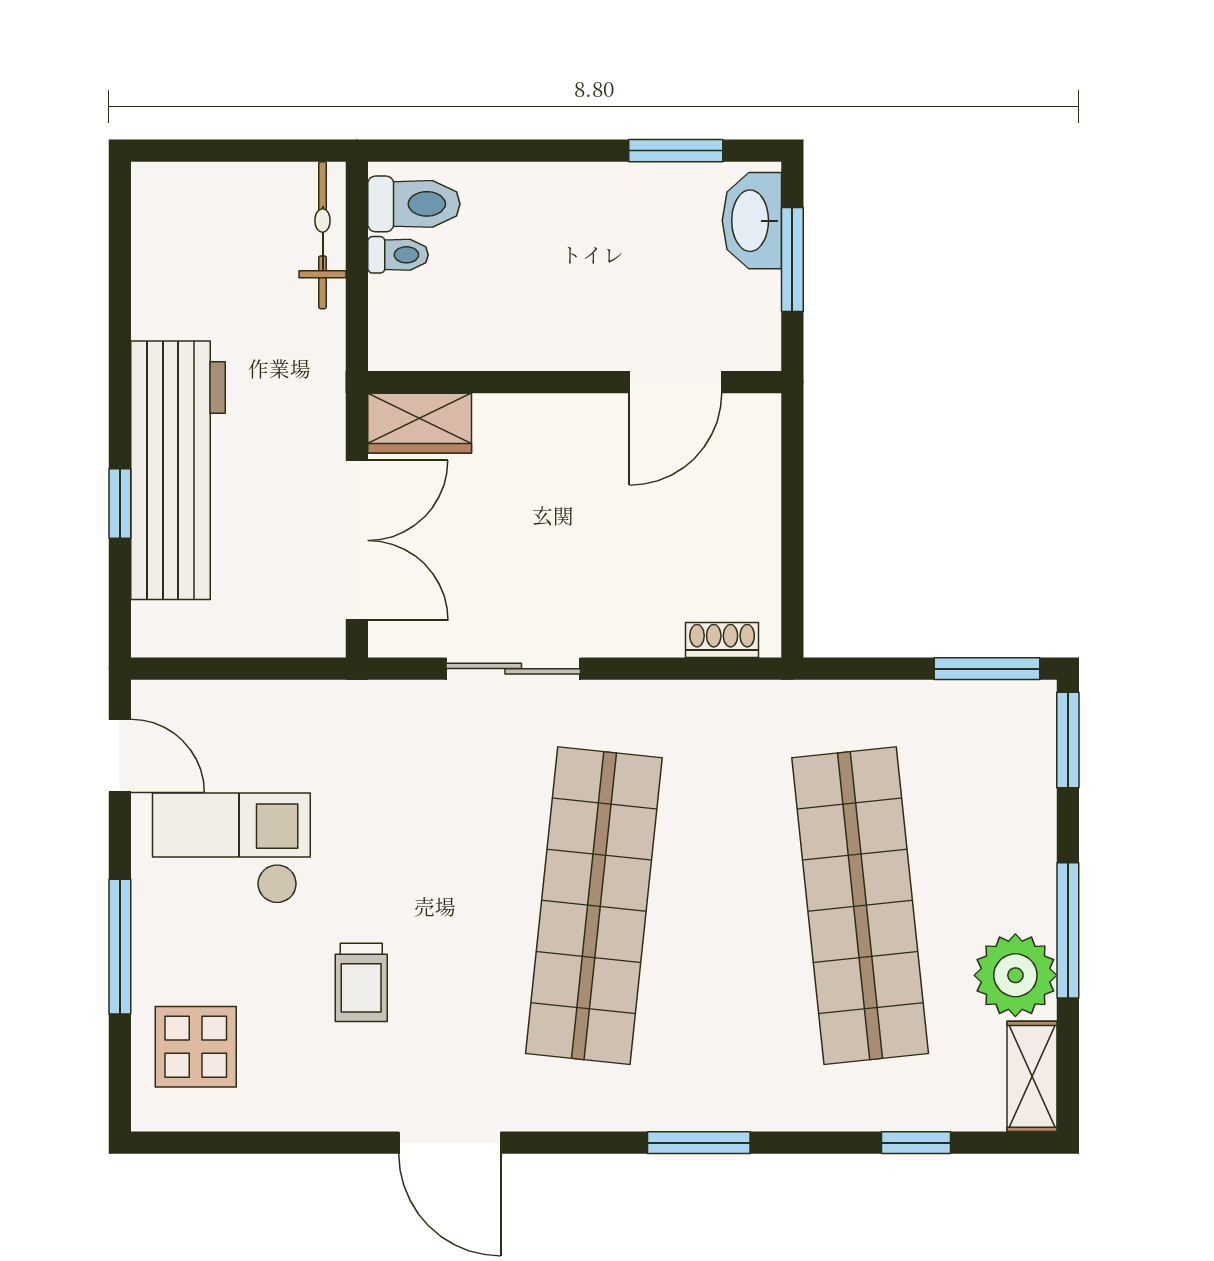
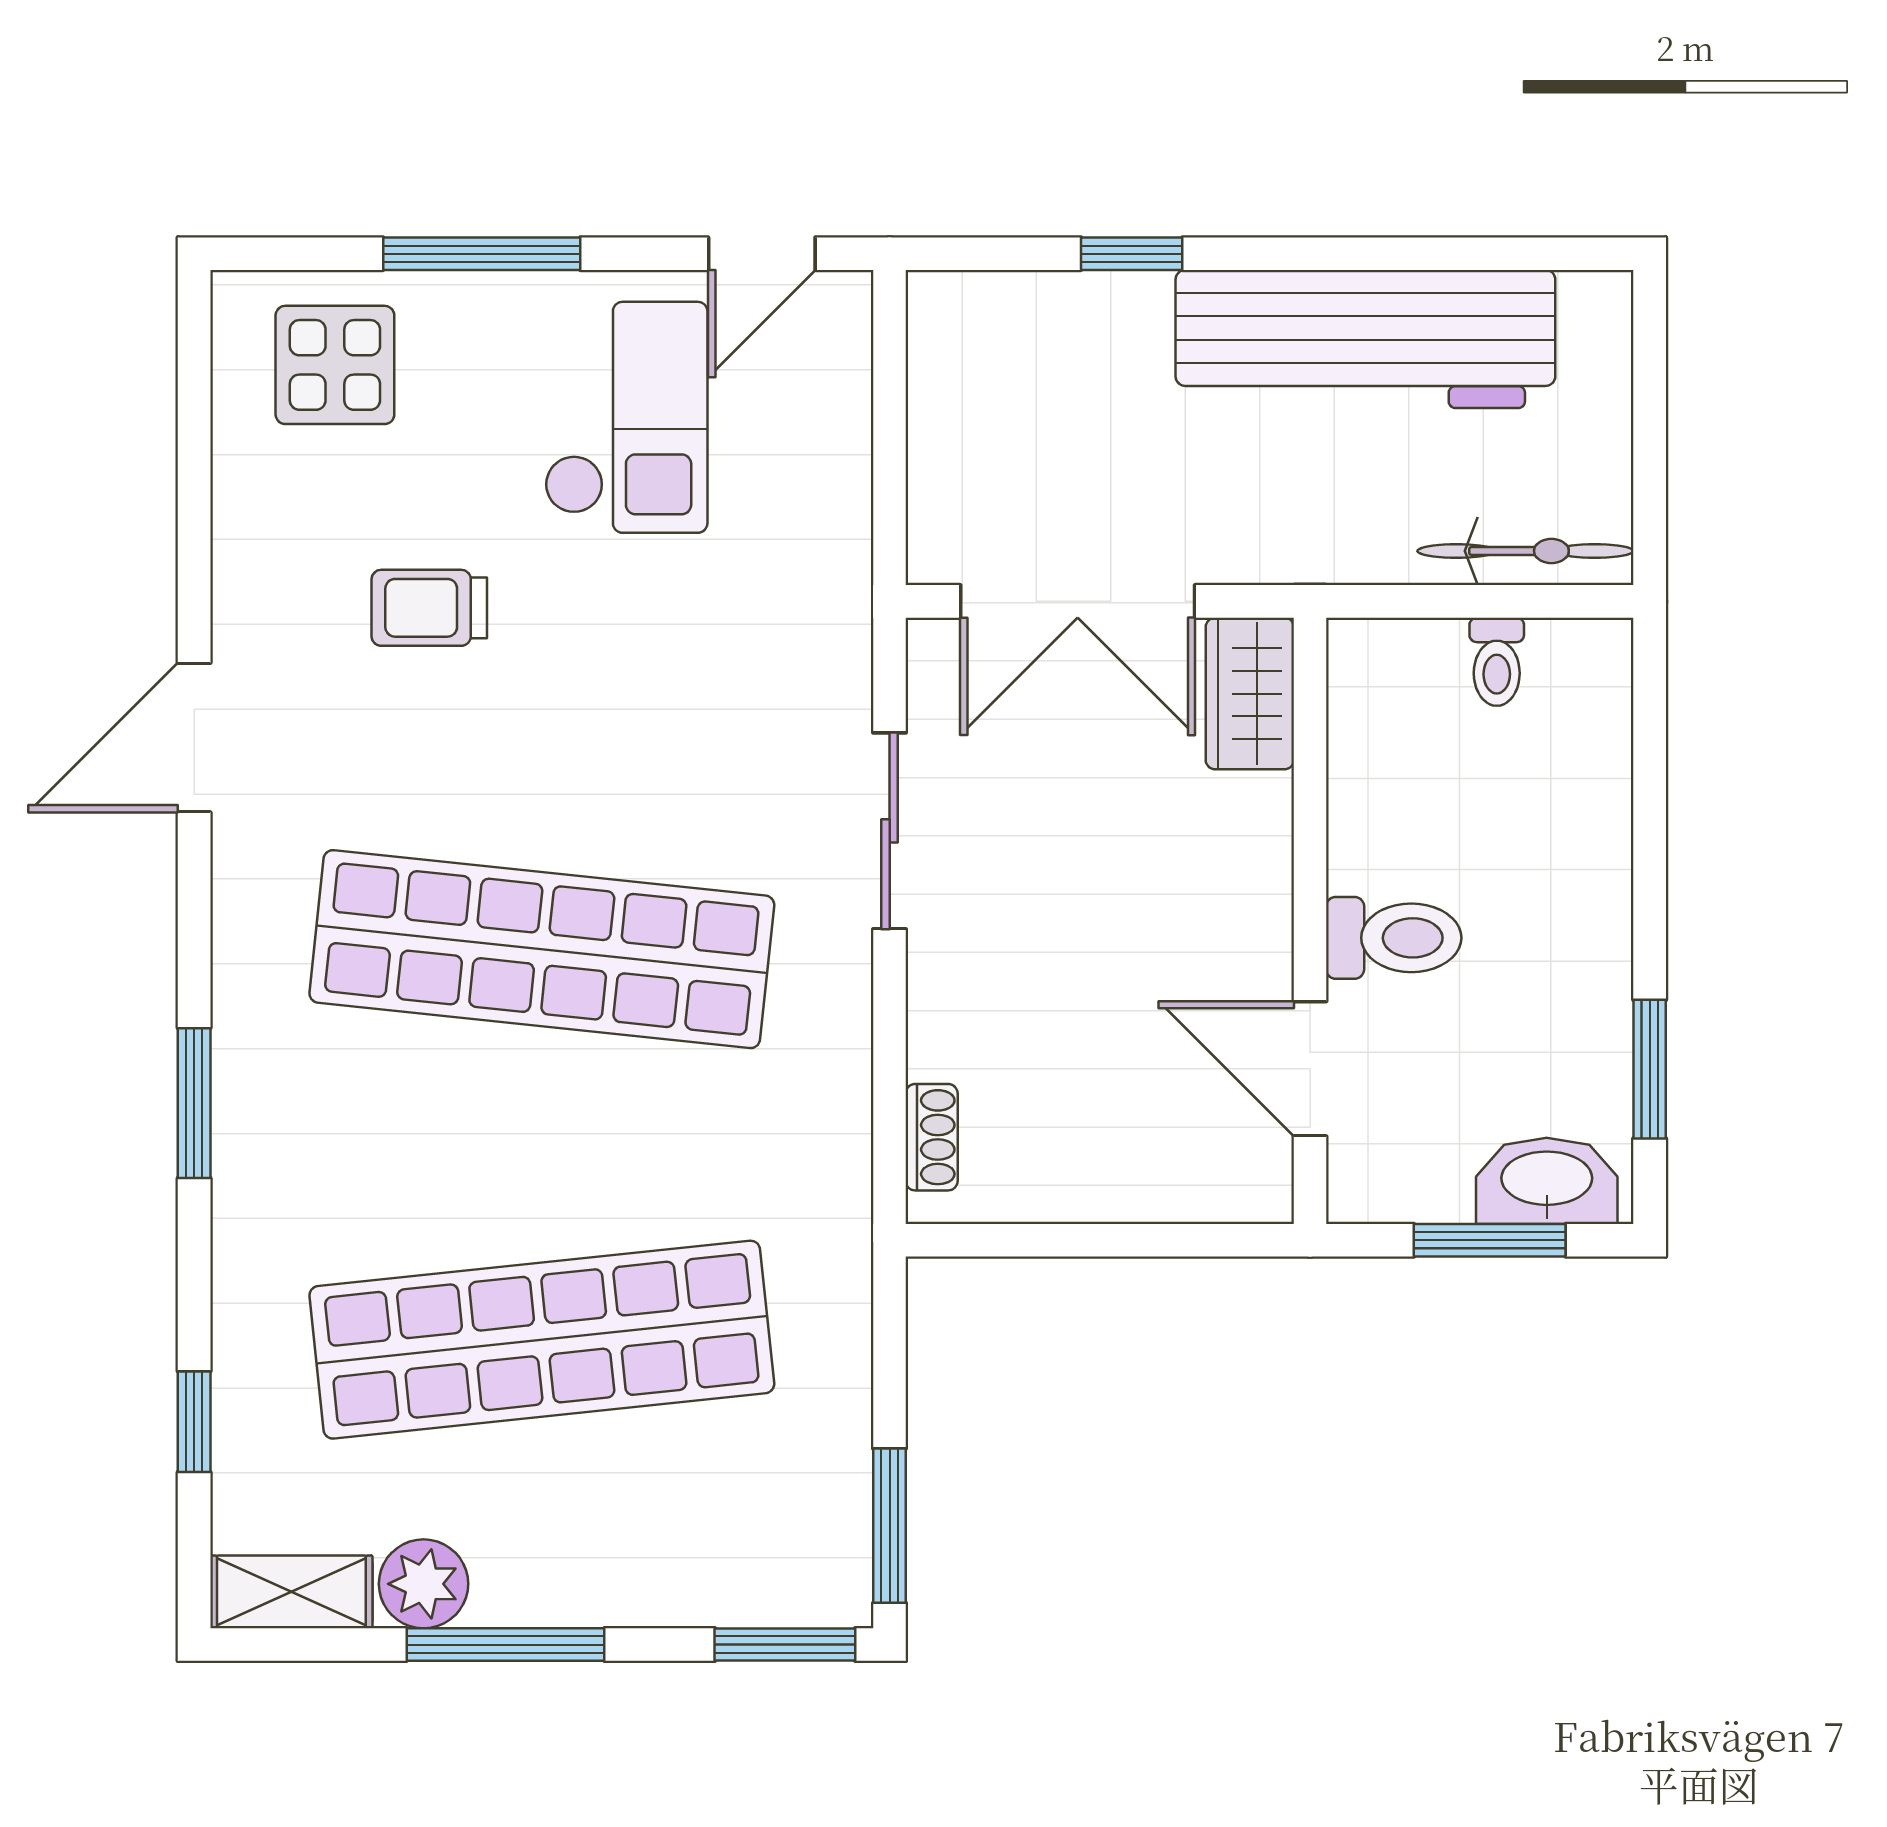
toilet: (414, 204) -> (1394, 938), moved, turned -90
workbench: (178, 470) -> (1365, 339), moved
plant: (1015, 975) -> (424, 1584), width x0.73, depth x0.73

